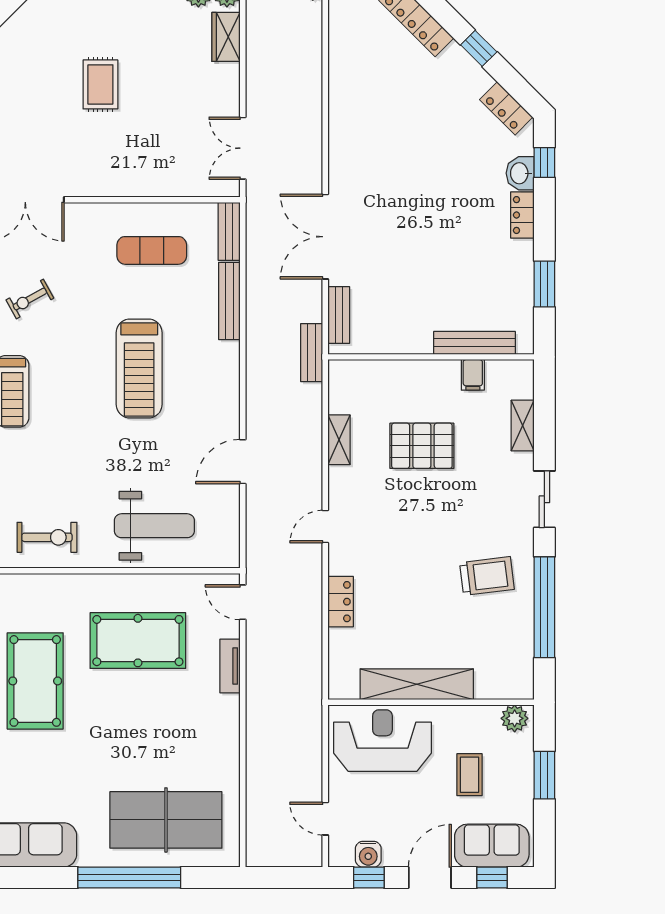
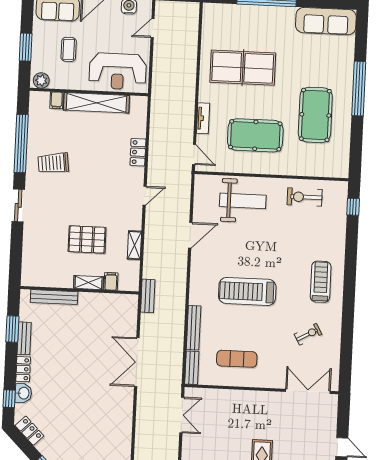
double door: (325, 237) -> (137, 362), swing flipped
bench: (339, 315) -> (24, 338), moved
treadmill: (139, 369) -> (247, 291), turned -90
filing cabinet: (473, 375) -> (111, 281), moved
shelving: (523, 426) -> (88, 283), moved, turned 90
weight bench: (154, 526) -> (243, 201), turned 180
filing cabinet: (486, 685) -> (57, 100), added
door: (325, 819) -> (153, 28), swing flipped
table tennis table: (166, 820) -> (243, 68), moved

